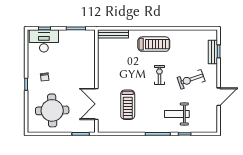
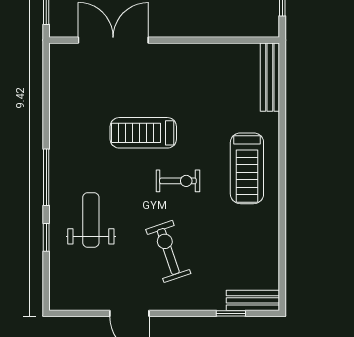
bench: (213, 52) -> (253, 300), moved
treadmill: (128, 105) -> (143, 133), moved

